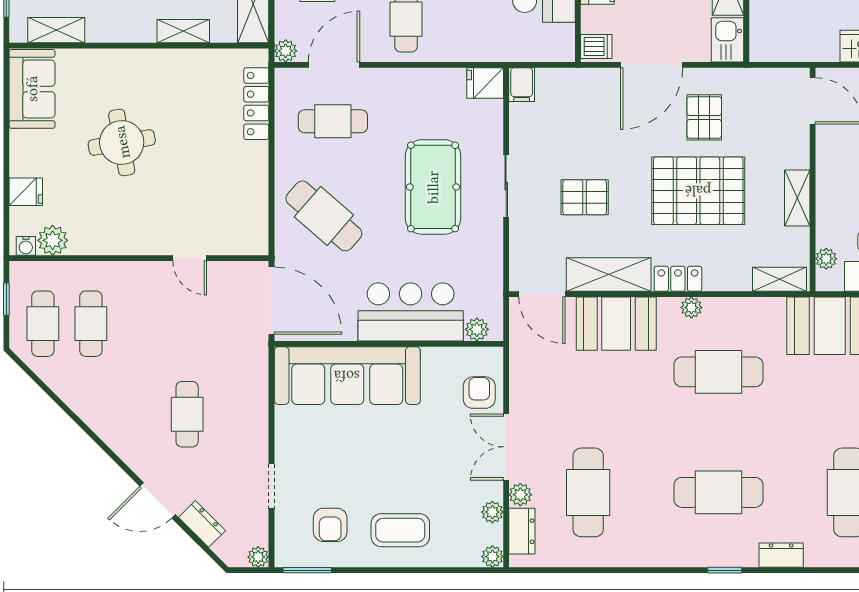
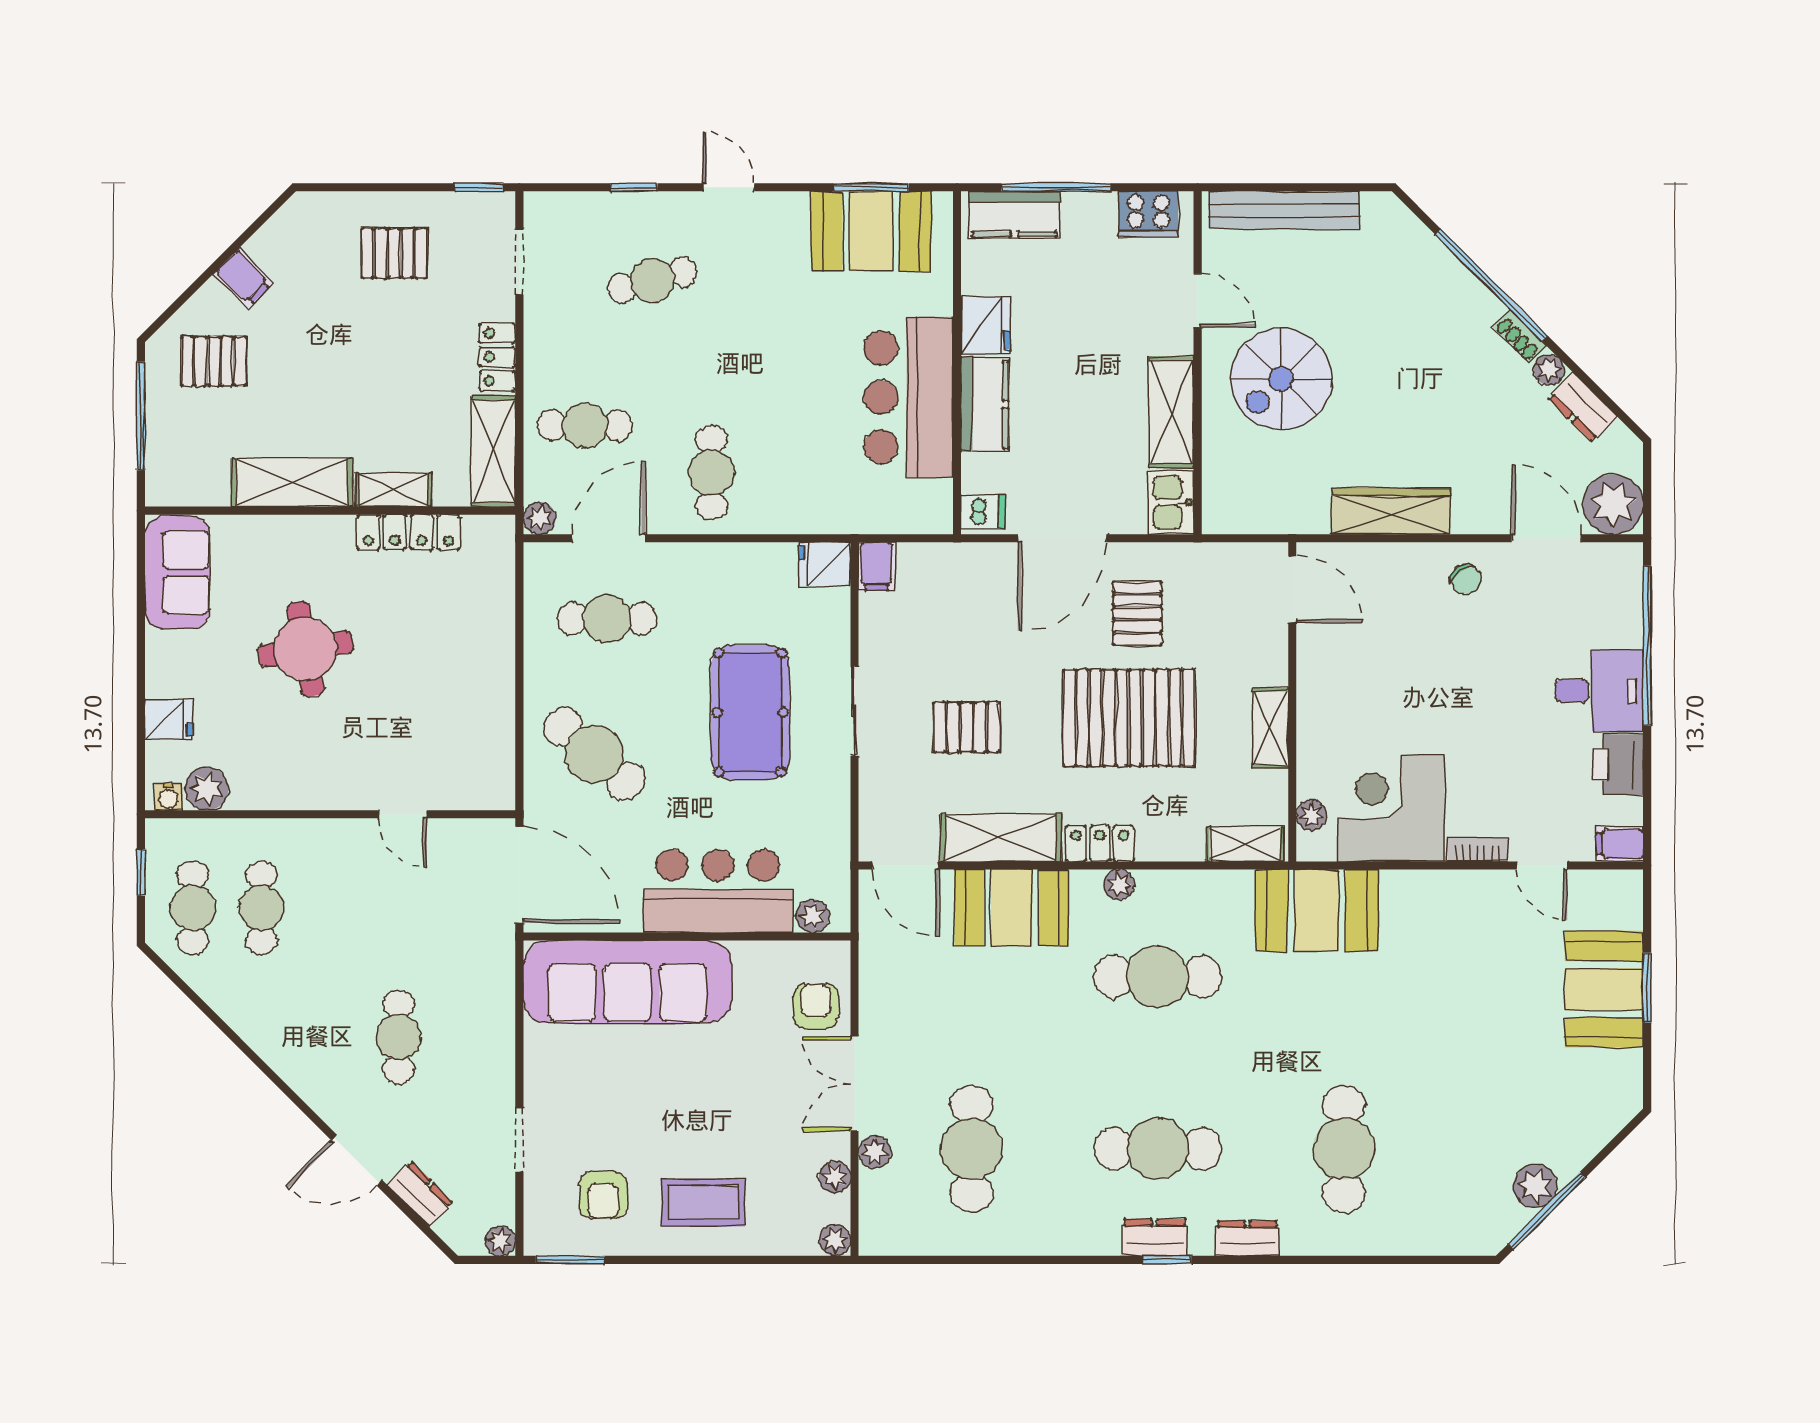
shelving: (56, 30) -> (292, 482), moved, width x1.50, depth x1.33
locker: (256, 104) -> (408, 532), moved, turned -90
dresser: (522, 531) -> (1155, 1237), moved, turned -90

